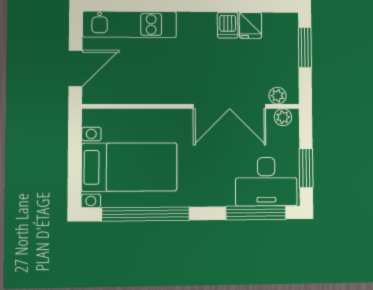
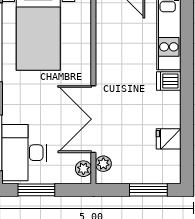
dishwasher: (228, 25) -> (169, 81), moved

